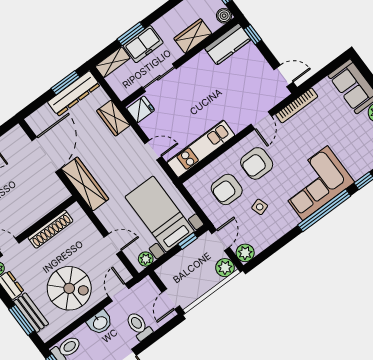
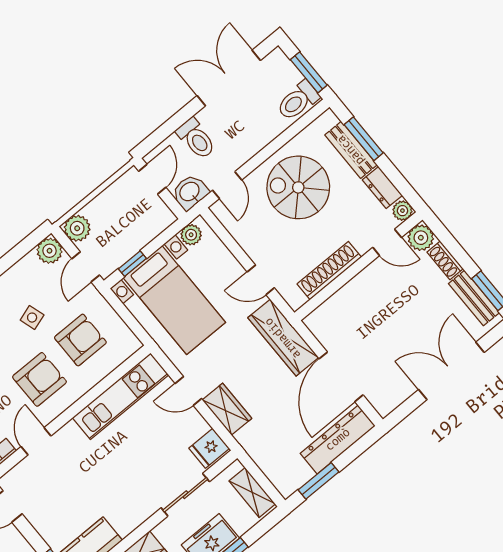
shelving: (113, 62) -> (252, 492), moved, turned 90
dresser: (74, 94) -> (338, 440), moved
wardrobe: (113, 118) -> (227, 409), moved
door: (113, 244) -> (261, 280), moved
washbasin: (100, 322) -> (190, 192), moved

